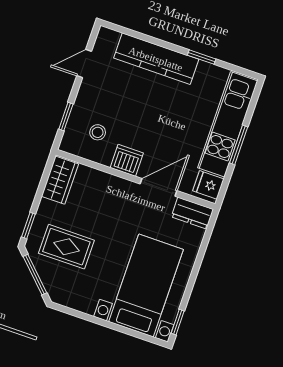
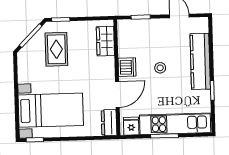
stool: (98, 132) -> (160, 68), moved
wardrobe: (60, 180) -> (105, 41), moved, turned 90
door: (159, 187) -> (117, 94), hinge flipped

